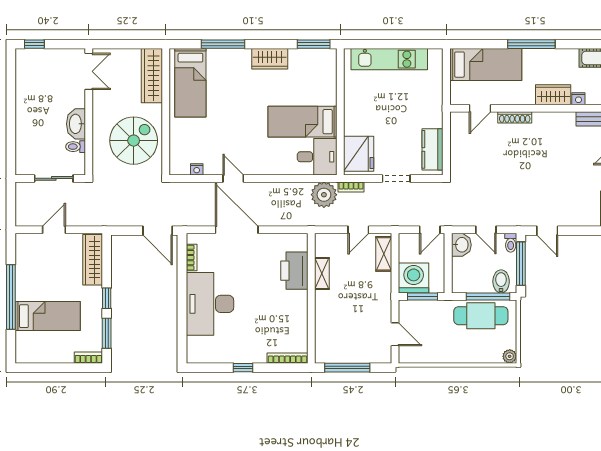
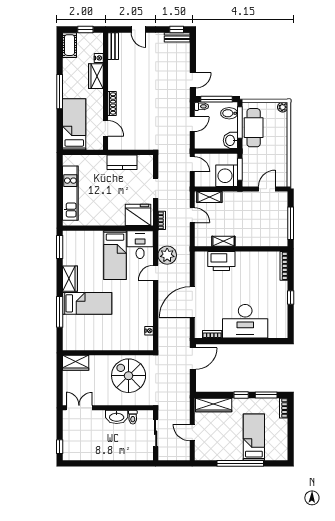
wardrobe: (152, 76) -> (76, 363), width x0.67
bed: (190, 83) -> (87, 303), moved
kitchen counter: (433, 149) -> (122, 162), moved
door: (233, 178) -> (156, 273), moved
plant: (324, 195) -> (167, 255), moved
washbasin: (461, 245) -> (230, 140), moved, turned -90

